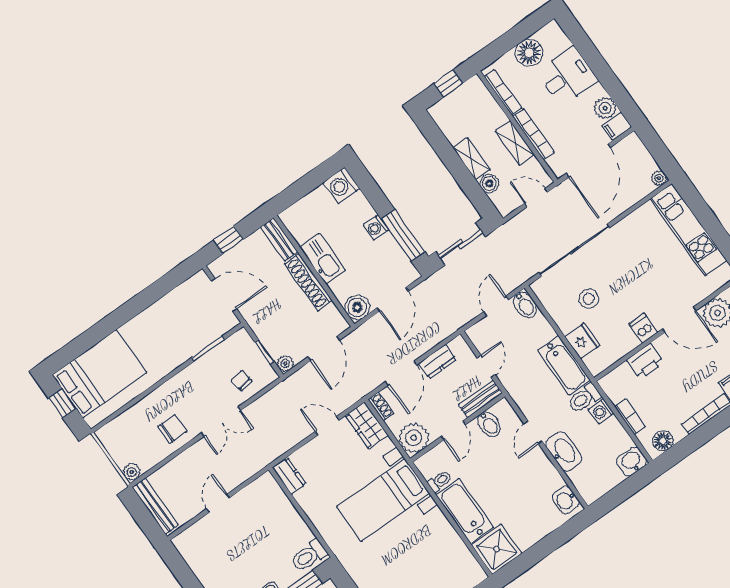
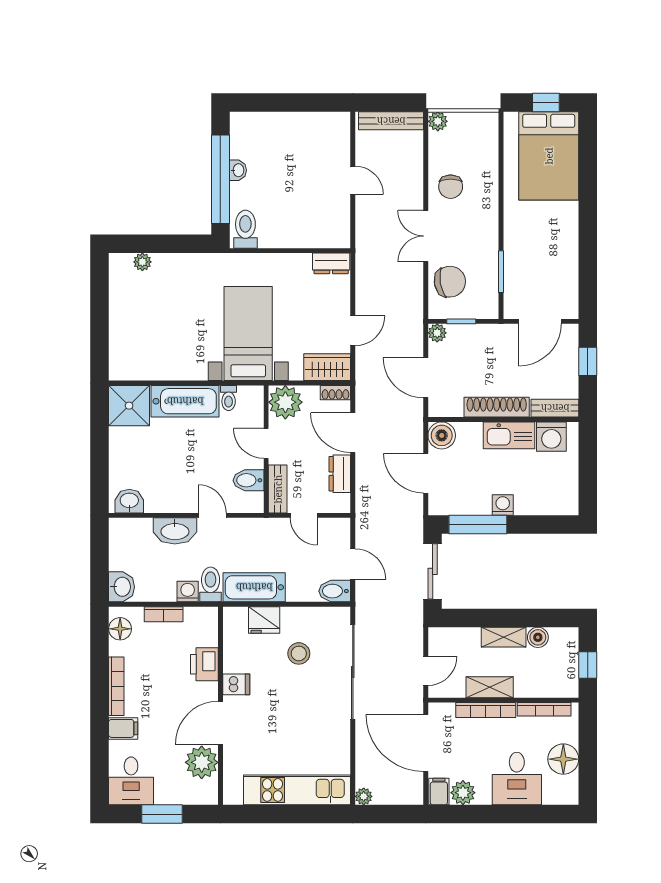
boiler: (489, 183) -> (538, 637), moved
washing machine: (341, 185) -> (551, 437), moved, turned 180
chair: (242, 381) -> (450, 282), width x1.87, depth x1.87

